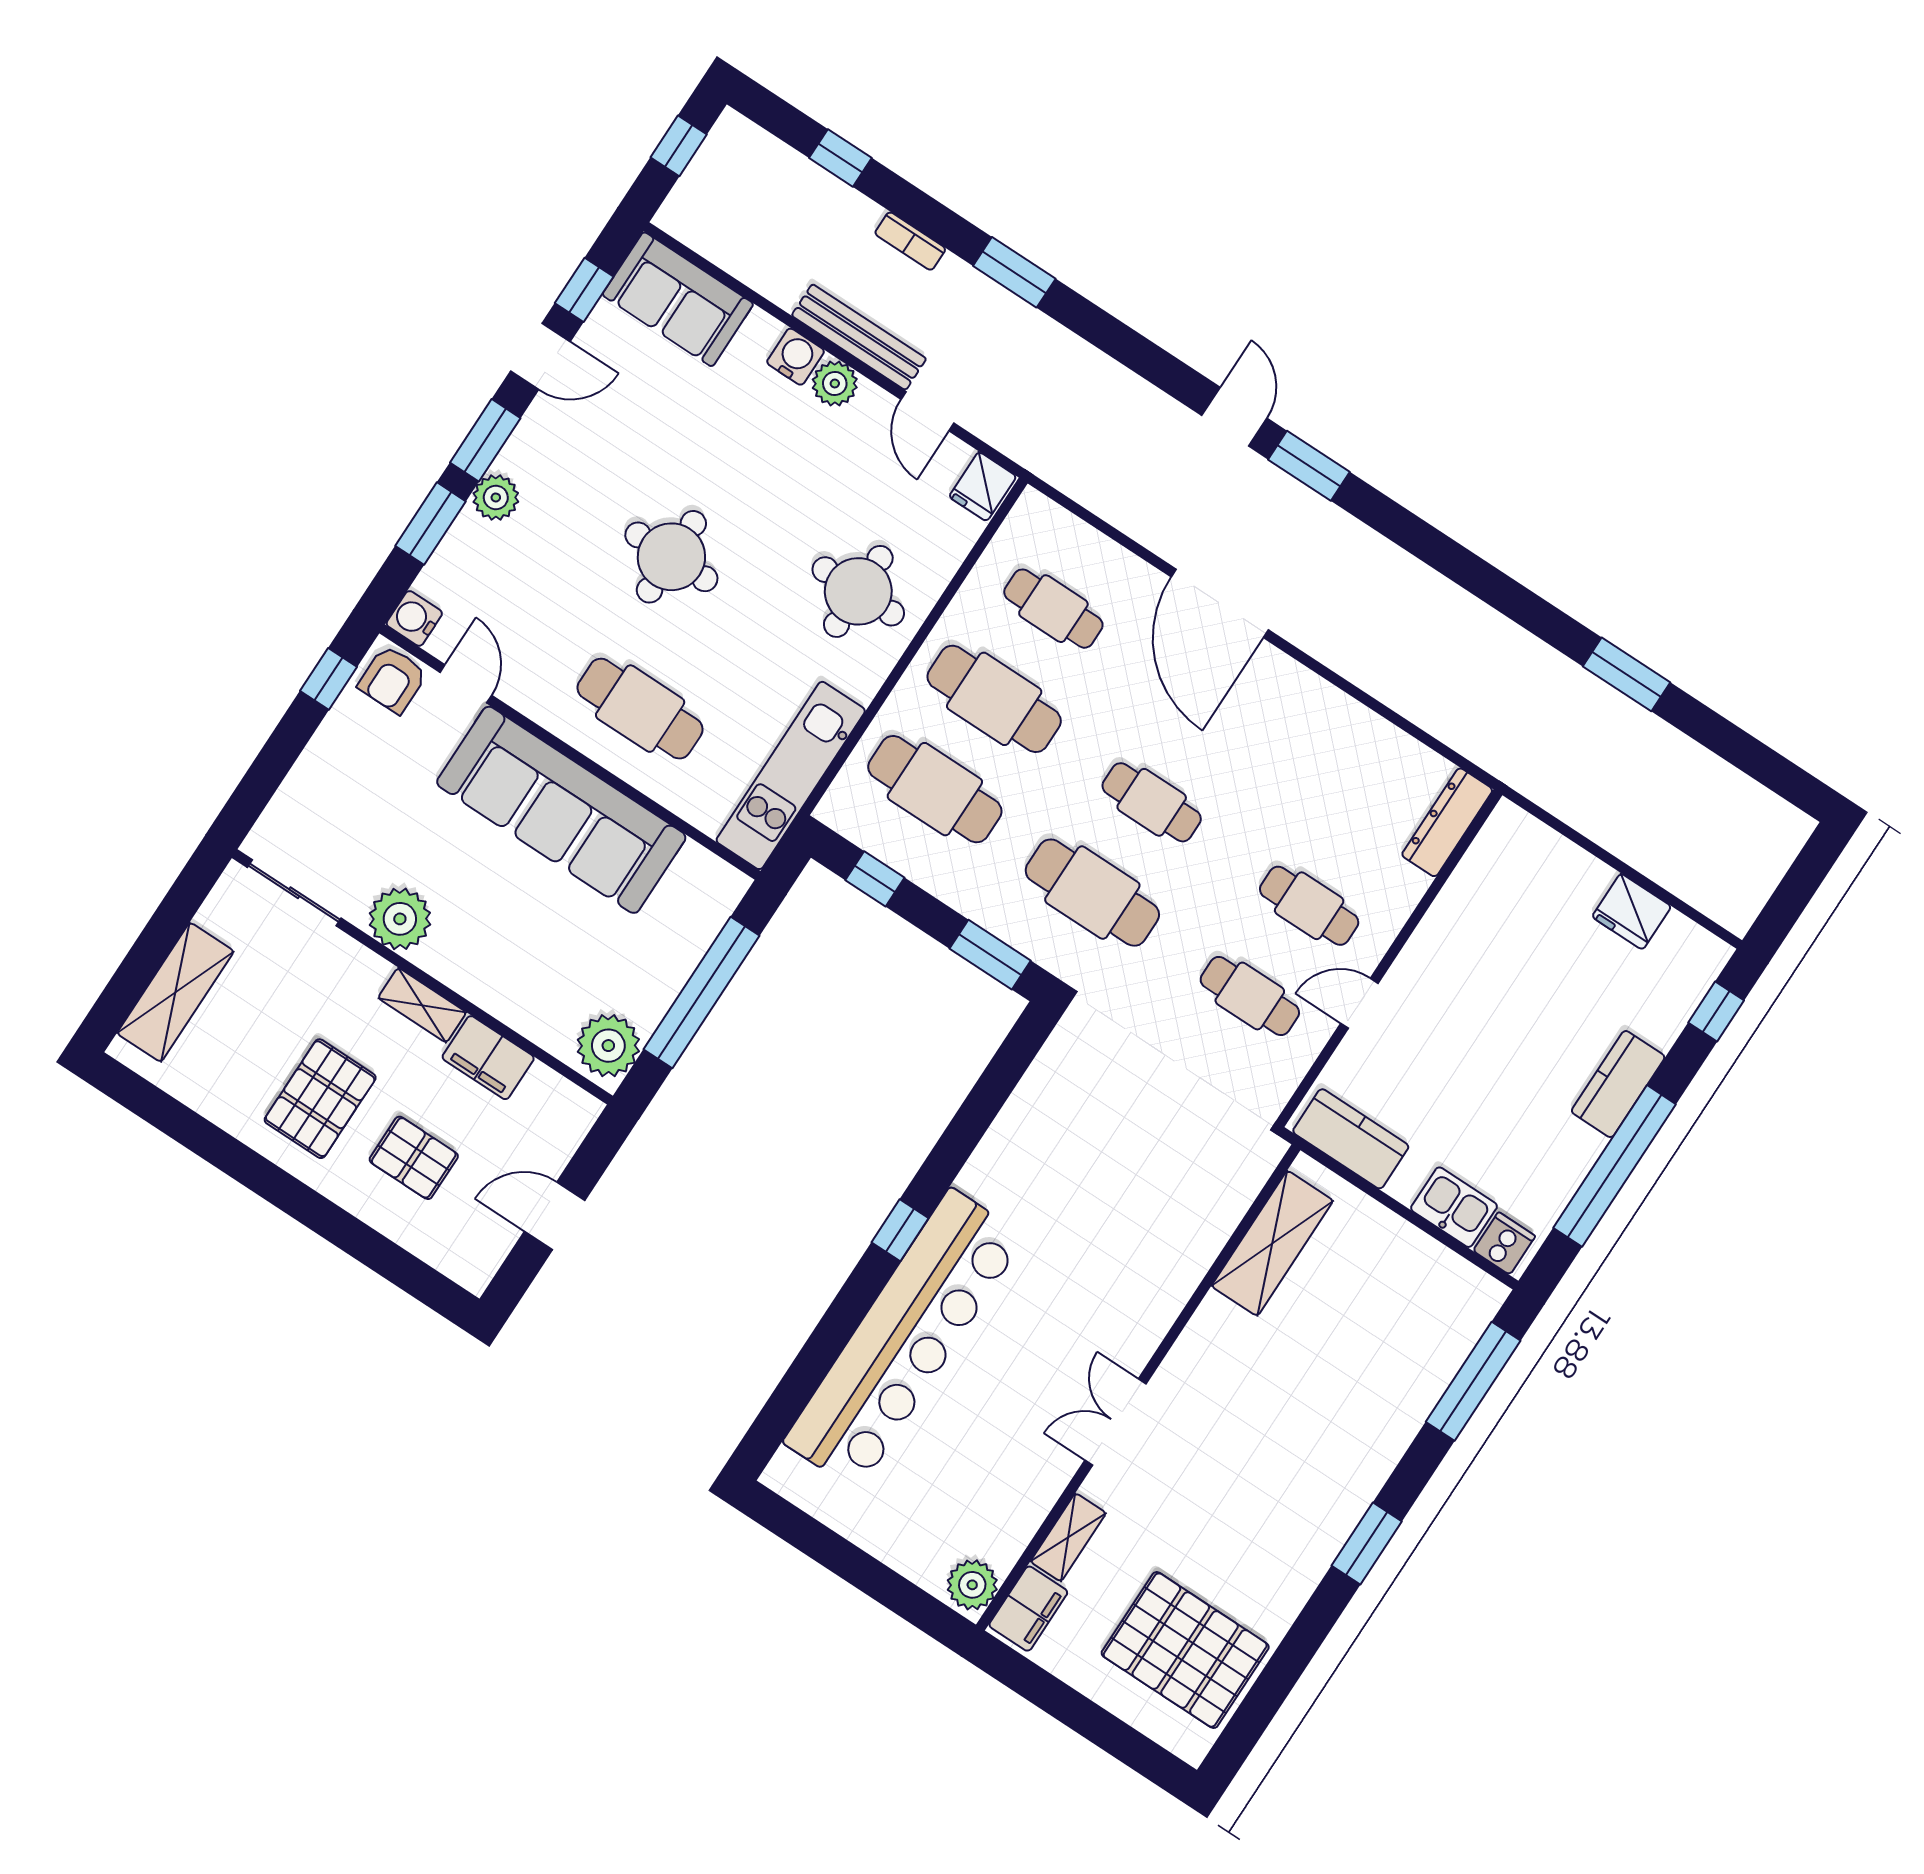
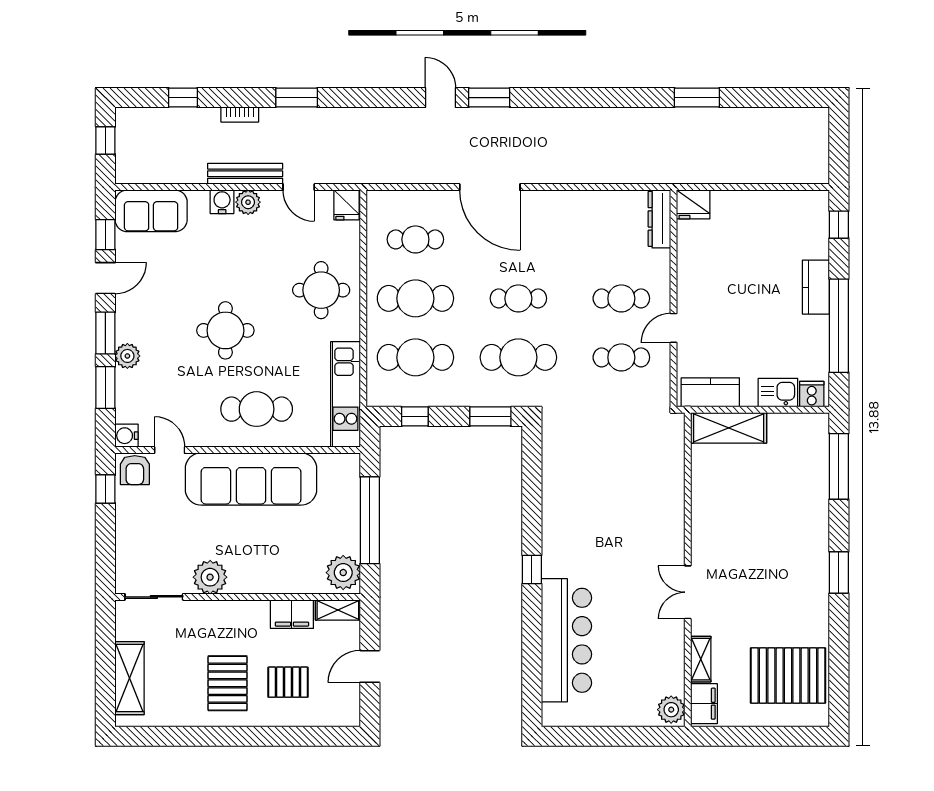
fridge: (1632, 912) -> (693, 204), moved
shelving: (422, 1005) -> (338, 610), moved
shelving: (1272, 1243) -> (729, 428), moved, turned 90
bar counter: (904, 1339) -> (566, 640), width x0.73

